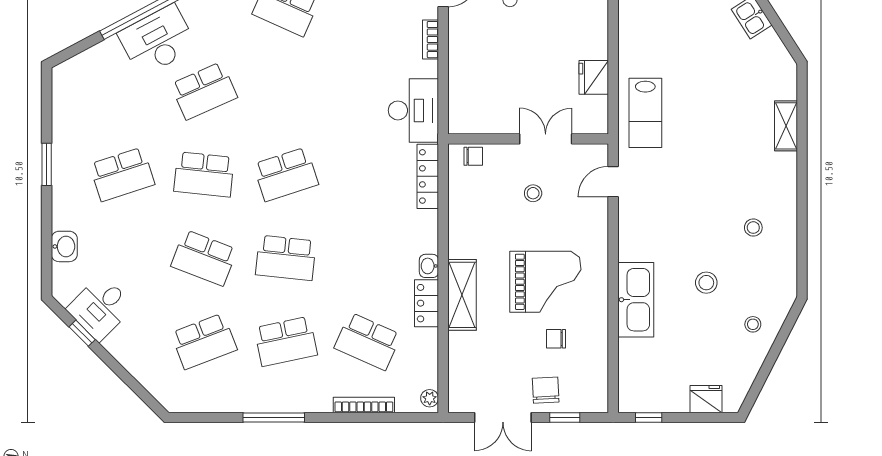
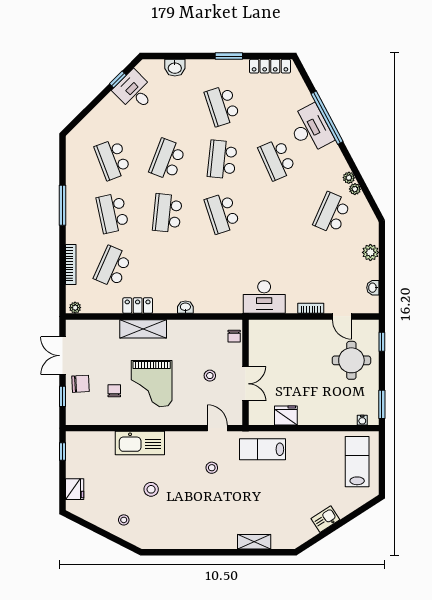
locker: (428, 176) -> (270, 66), moved, turned 180
stool: (753, 228) -> (212, 468), moved
washbasin: (429, 266) -> (185, 307), moved

